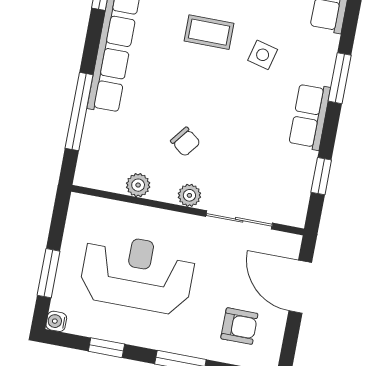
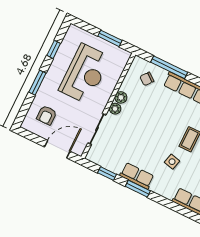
window: (340, 78) -> (138, 189), moved
chair: (185, 142) -> (147, 79), moved
plant: (138, 185) -> (121, 97), moved
window: (49, 273) -> (110, 38), moved
water cooler: (56, 321) -> (73, 29), removed

